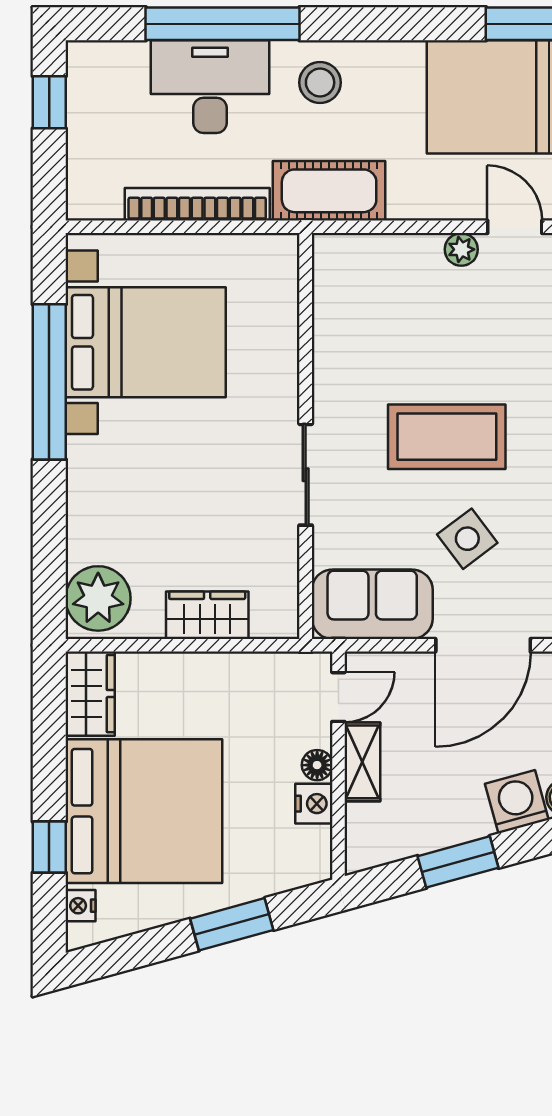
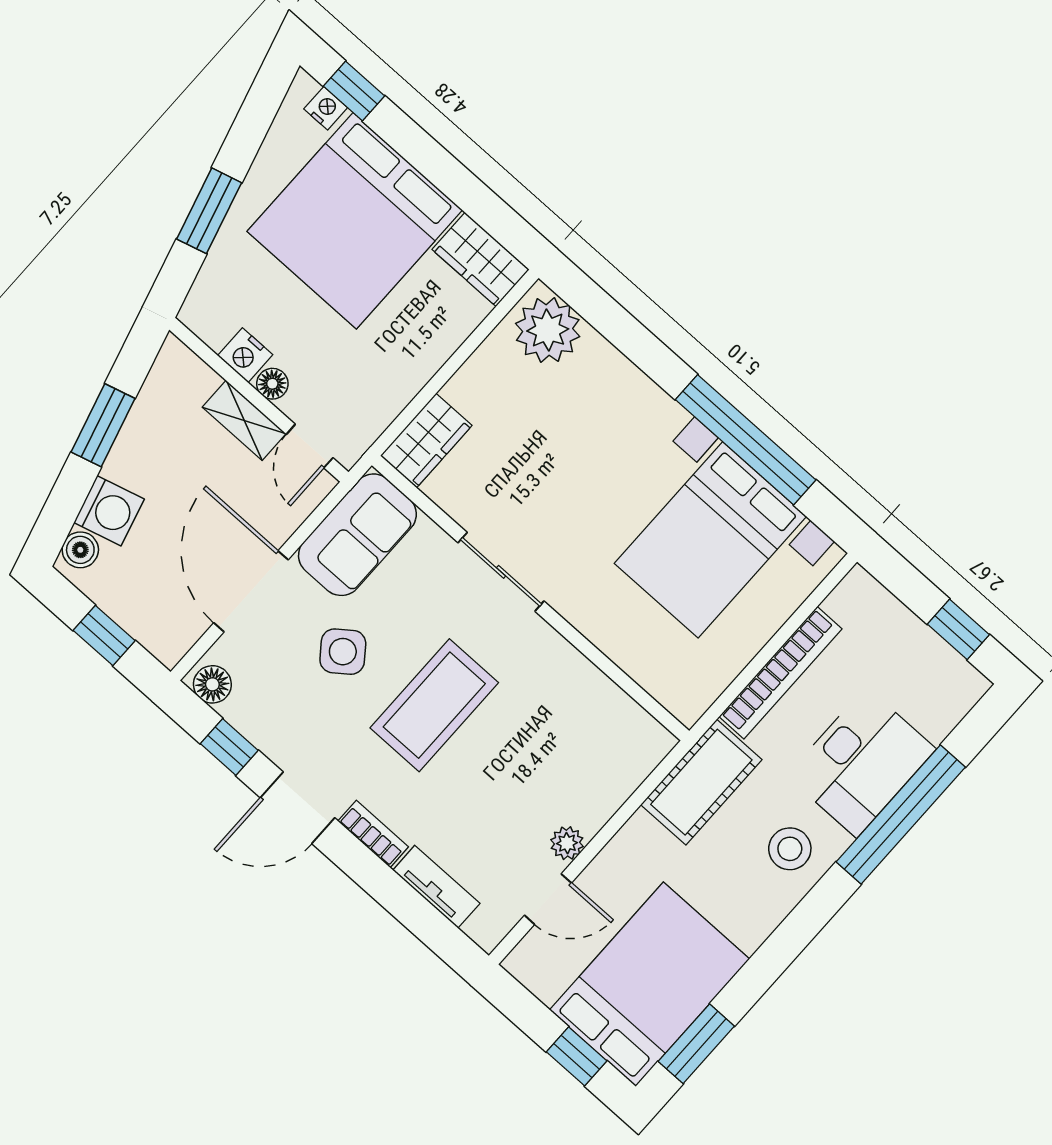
wardrobe: (207, 615) -> (426, 441), moved
window: (49, 847) -> (354, 91), moved

